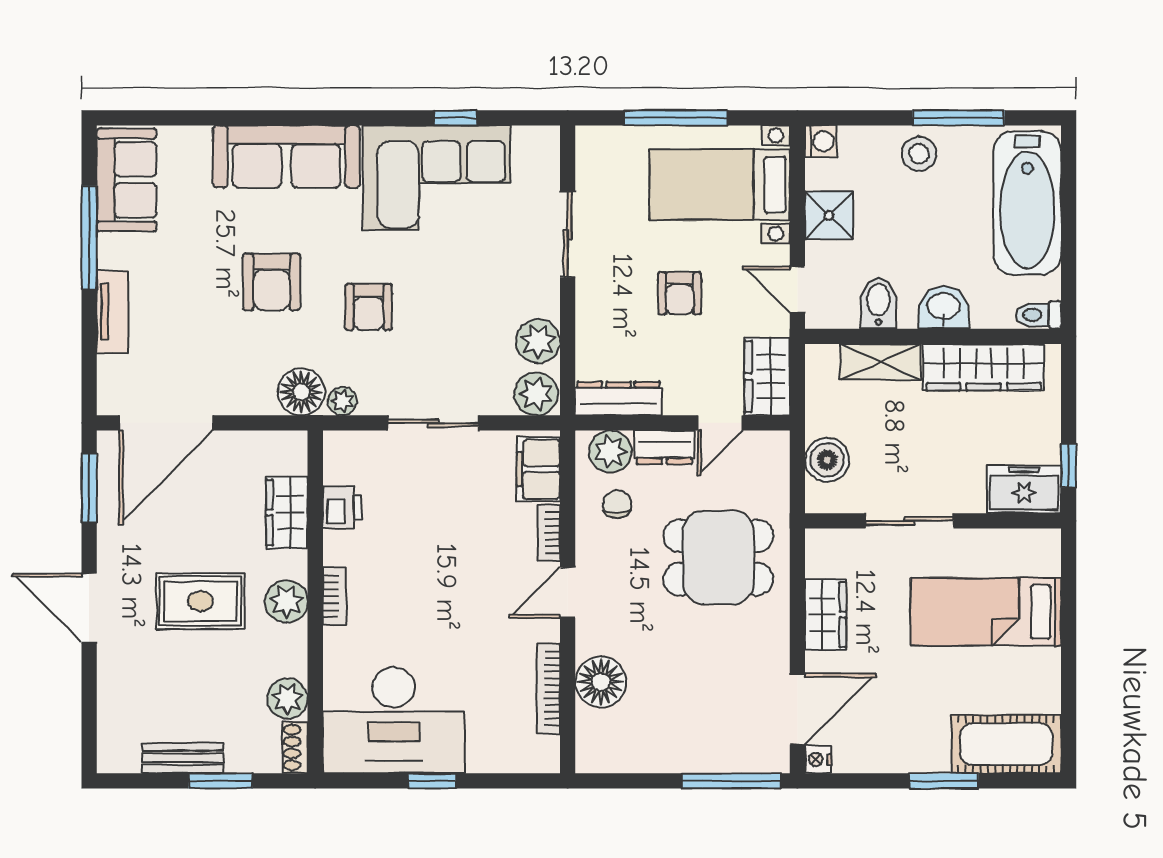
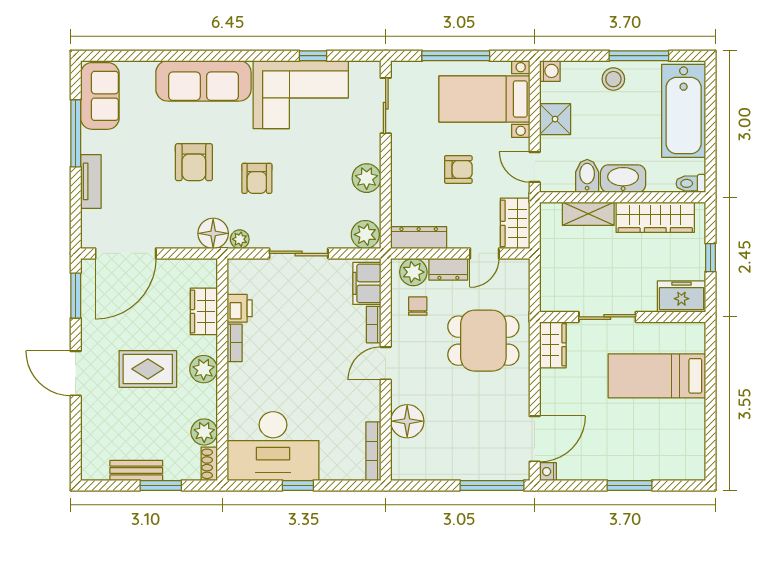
sliding door: (568, 234) -> (386, 106), moved
armchair: (680, 293) -> (458, 169), turned -90
washbasin: (944, 307) -> (623, 179), width x1.38
plant: (538, 341) -> (367, 178), moved
boiler: (827, 460) -> (554, 277), removed
window: (1069, 466) -> (710, 258), moved
bookcase: (334, 596) -> (235, 343), moved
wardrobe: (826, 615) -> (553, 345), moved
bookcase: (549, 689) -> (373, 451), moved
cot: (1006, 744) -> (670, 462), removed

